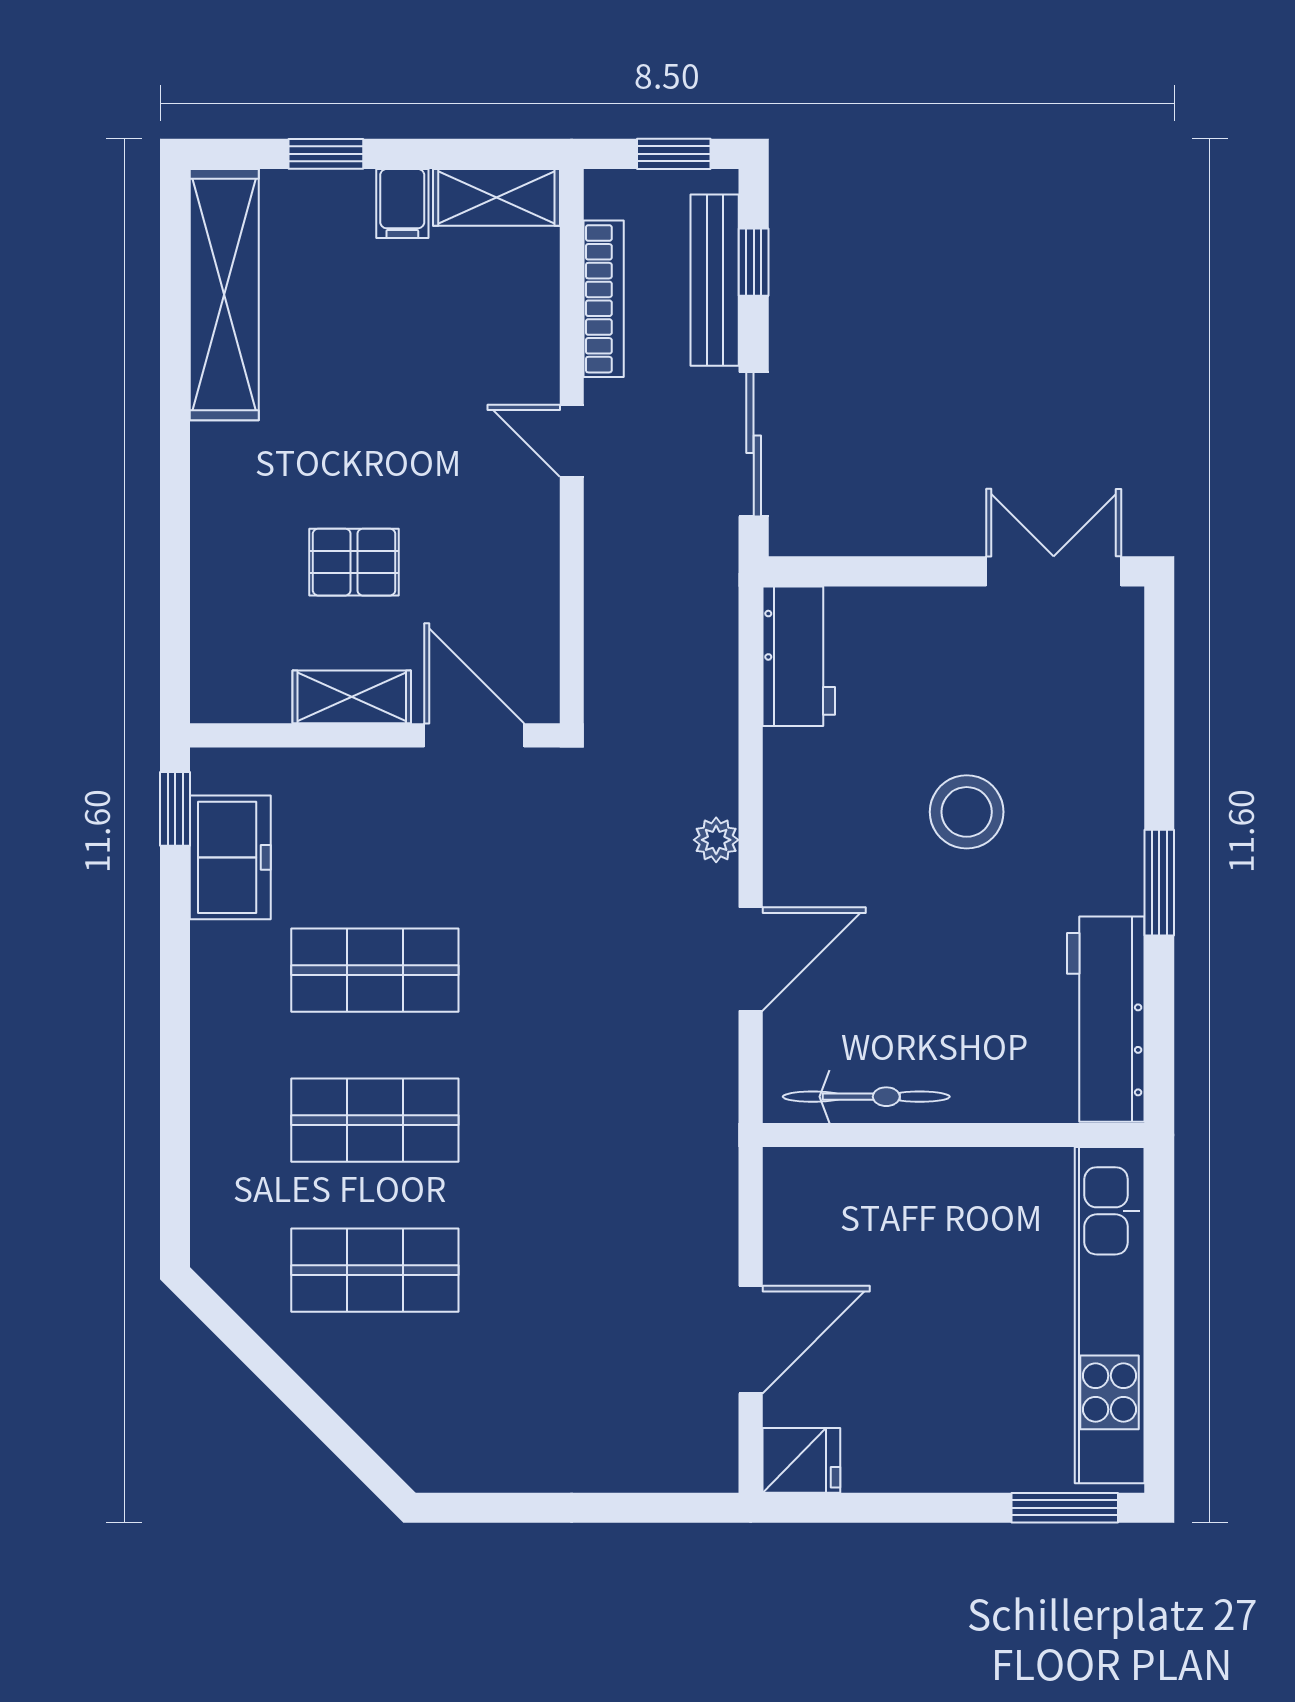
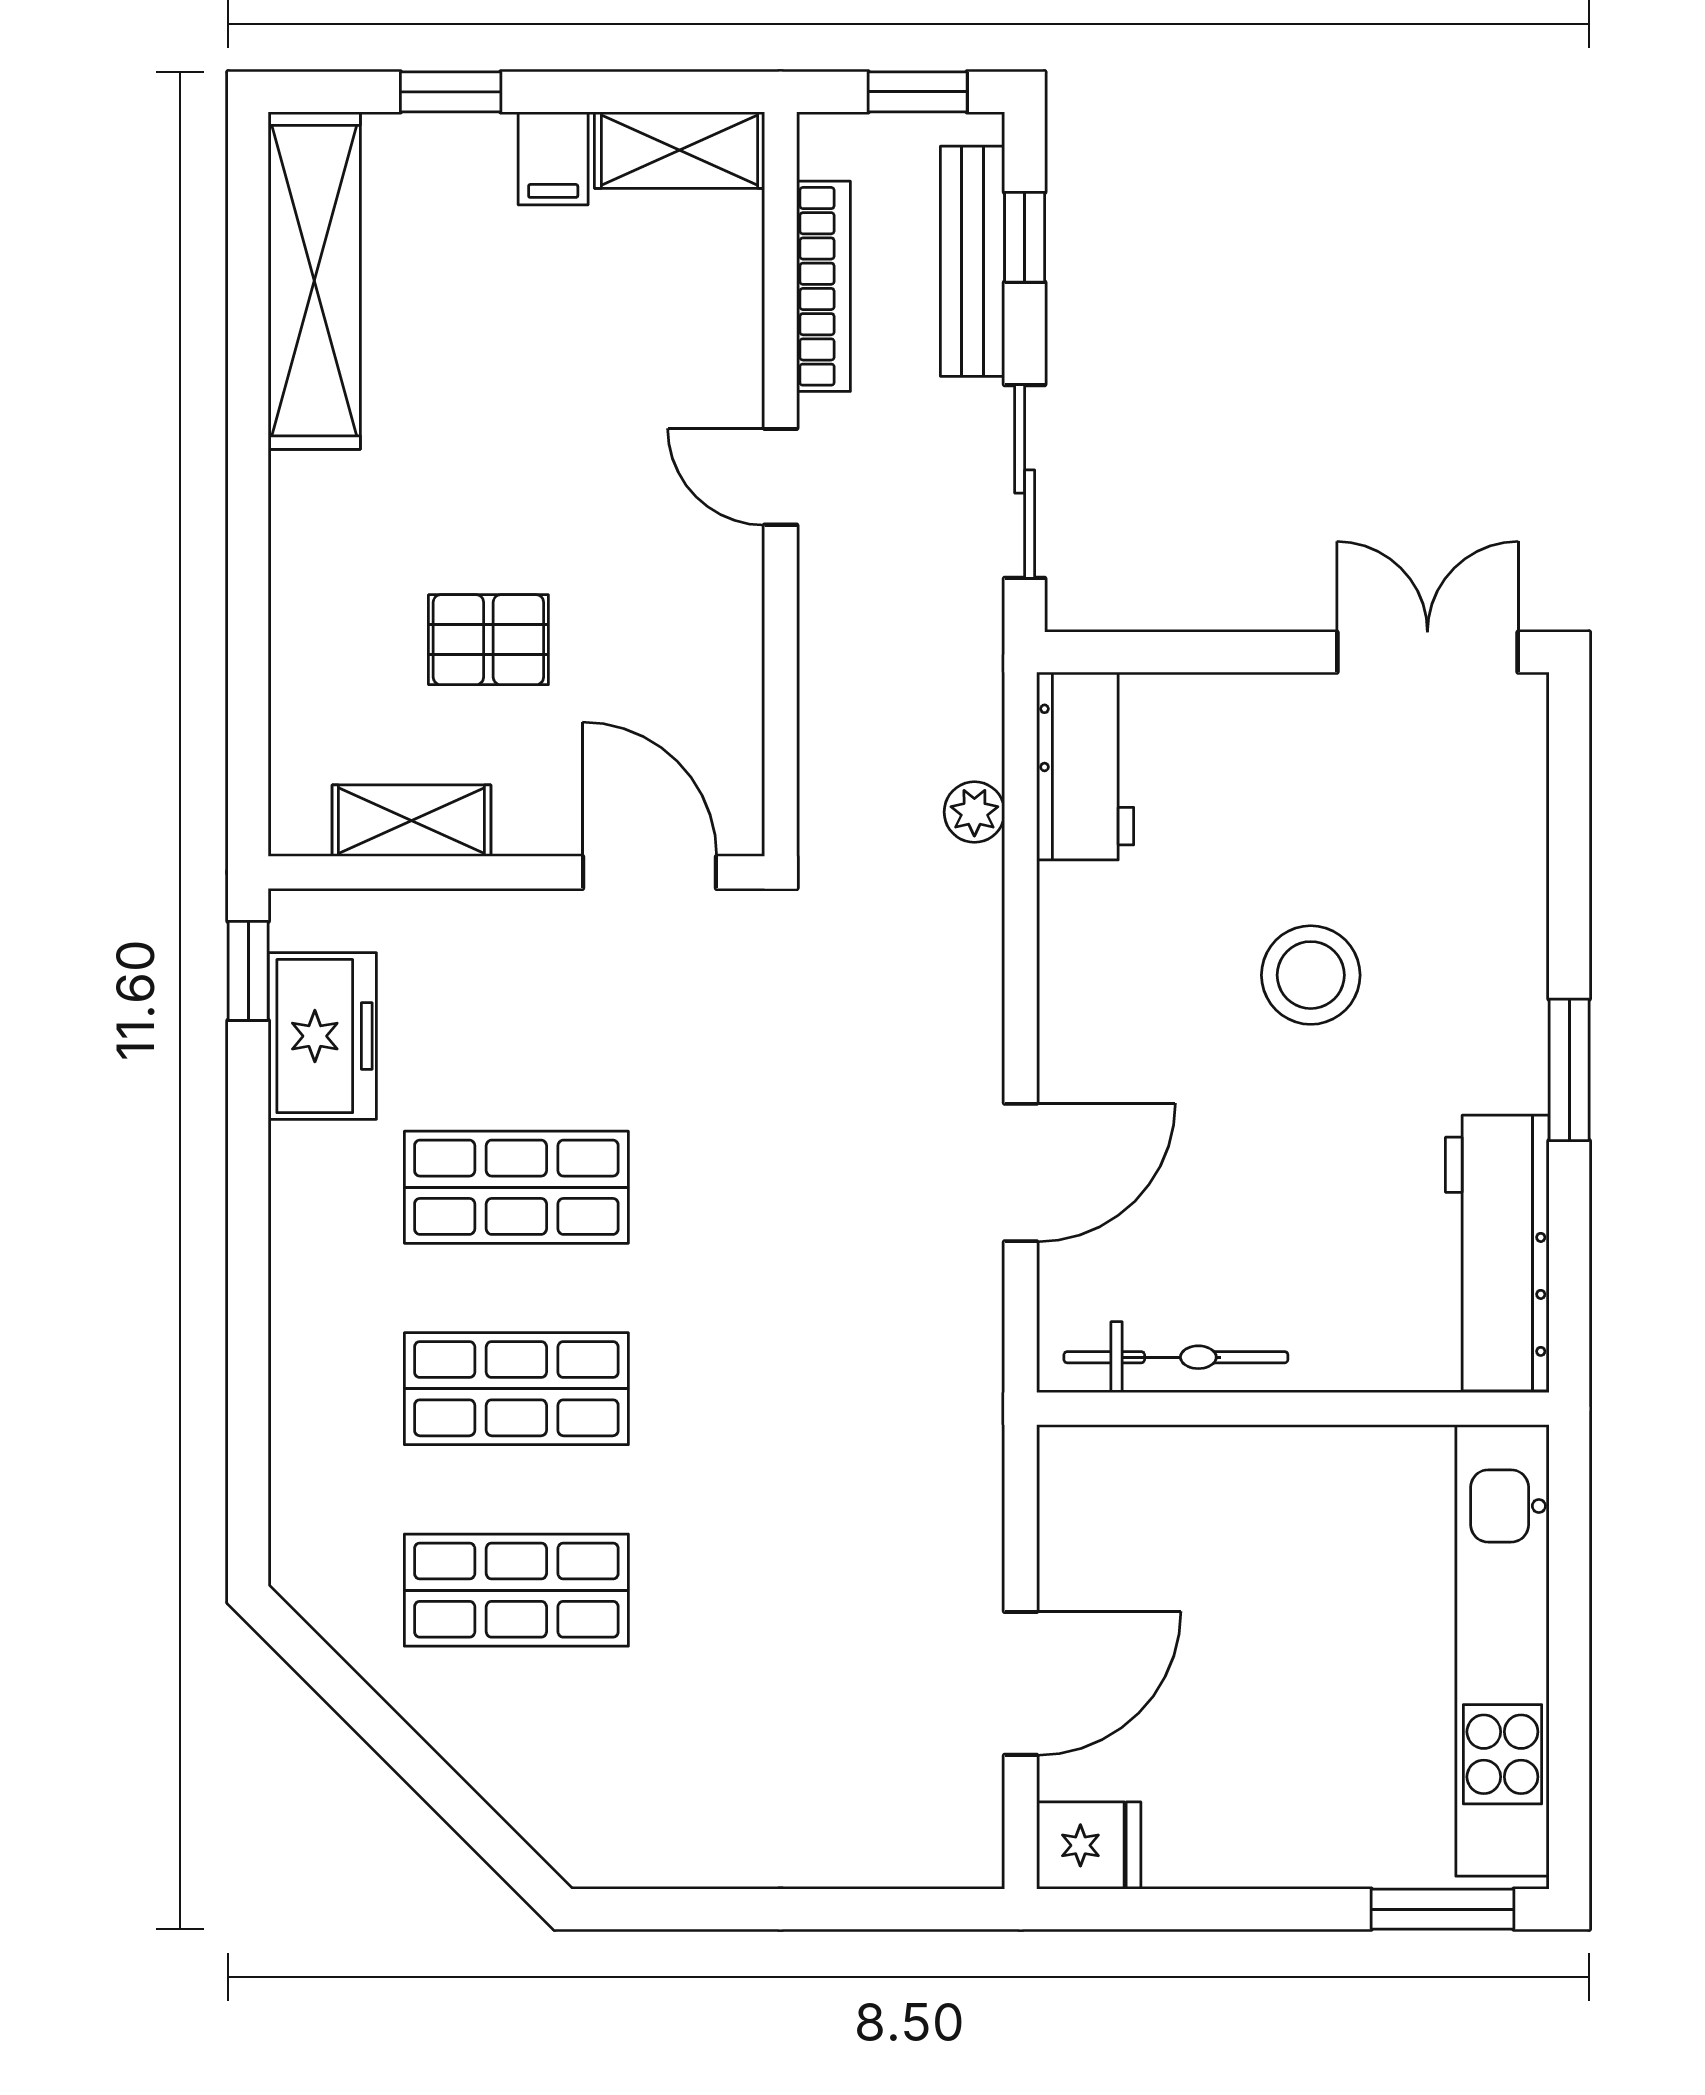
shelving: (352, 697) -> (411, 821), moved
plant: (716, 840) -> (974, 812), moved

